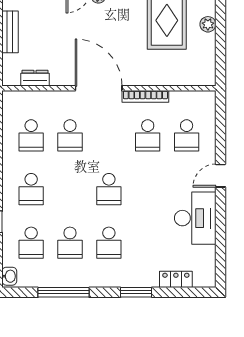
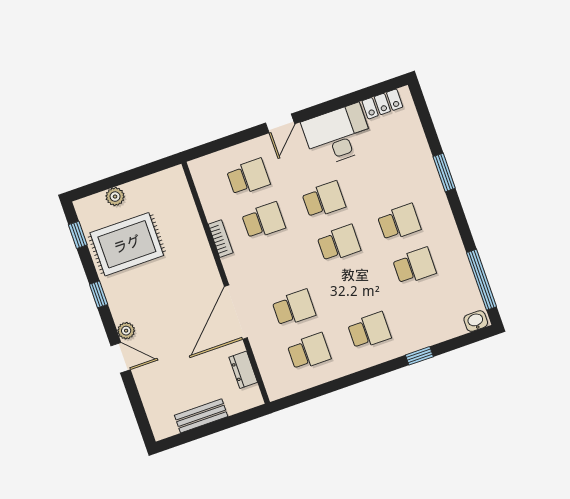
door: (99, 88) -> (236, 312), moved
bookcase: (145, 96) -> (221, 239), width x0.64
door: (220, 176) -> (280, 123), hinge flipped
school desk: (31, 243) -> (324, 200), moved
locker: (176, 279) -> (382, 104), moved, turned -90
window: (64, 292) -> (482, 280), moved

